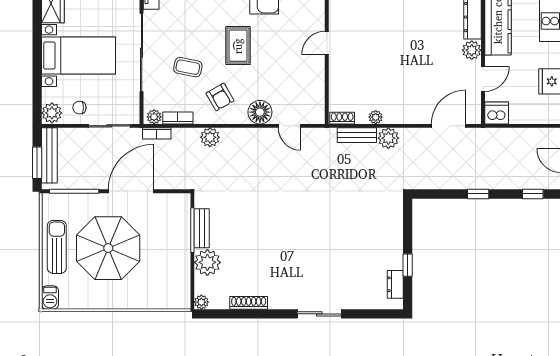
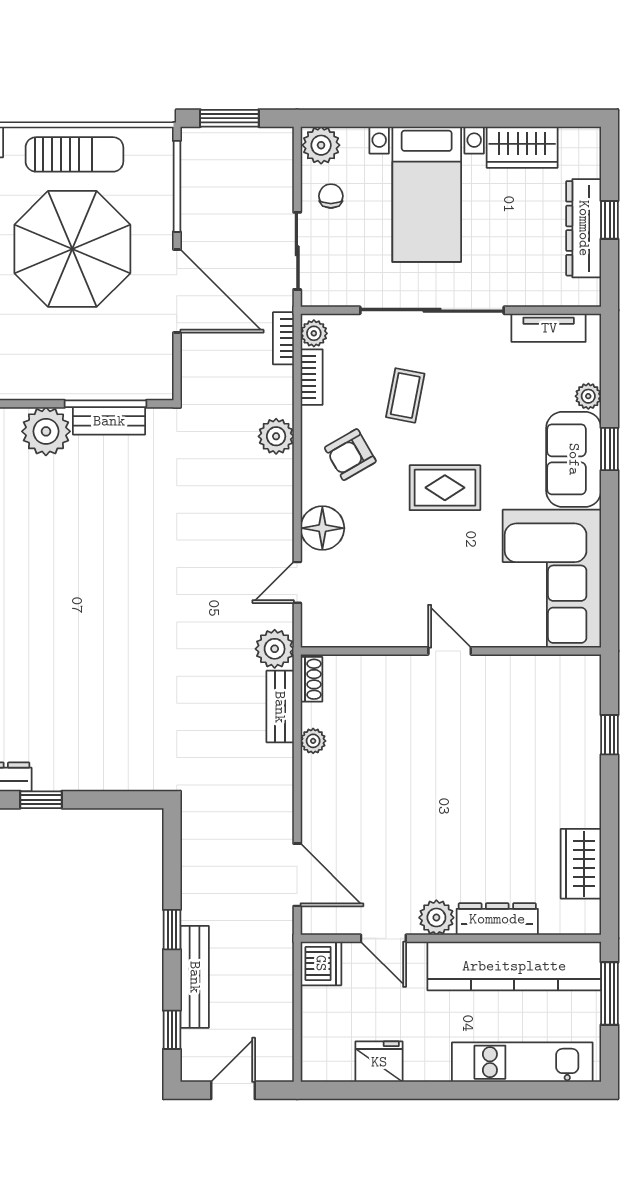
plant: (388, 138) -> (275, 649), moved
bench: (49, 155) -> (195, 977), moved, turned 90

